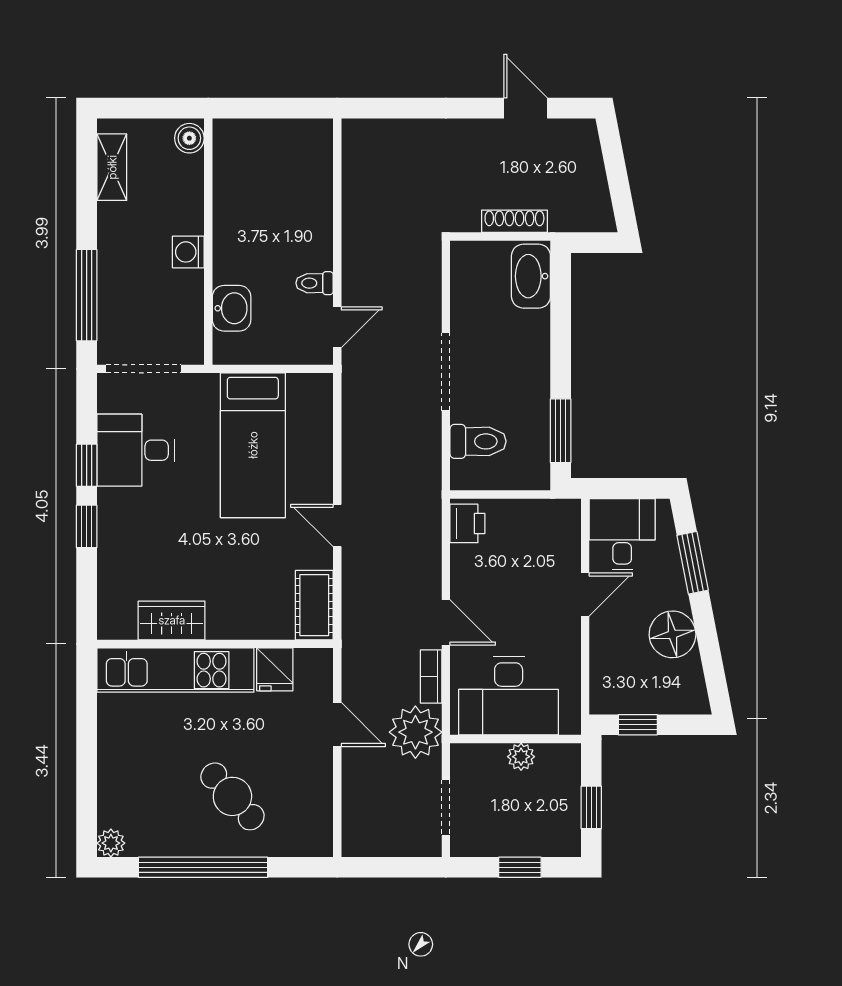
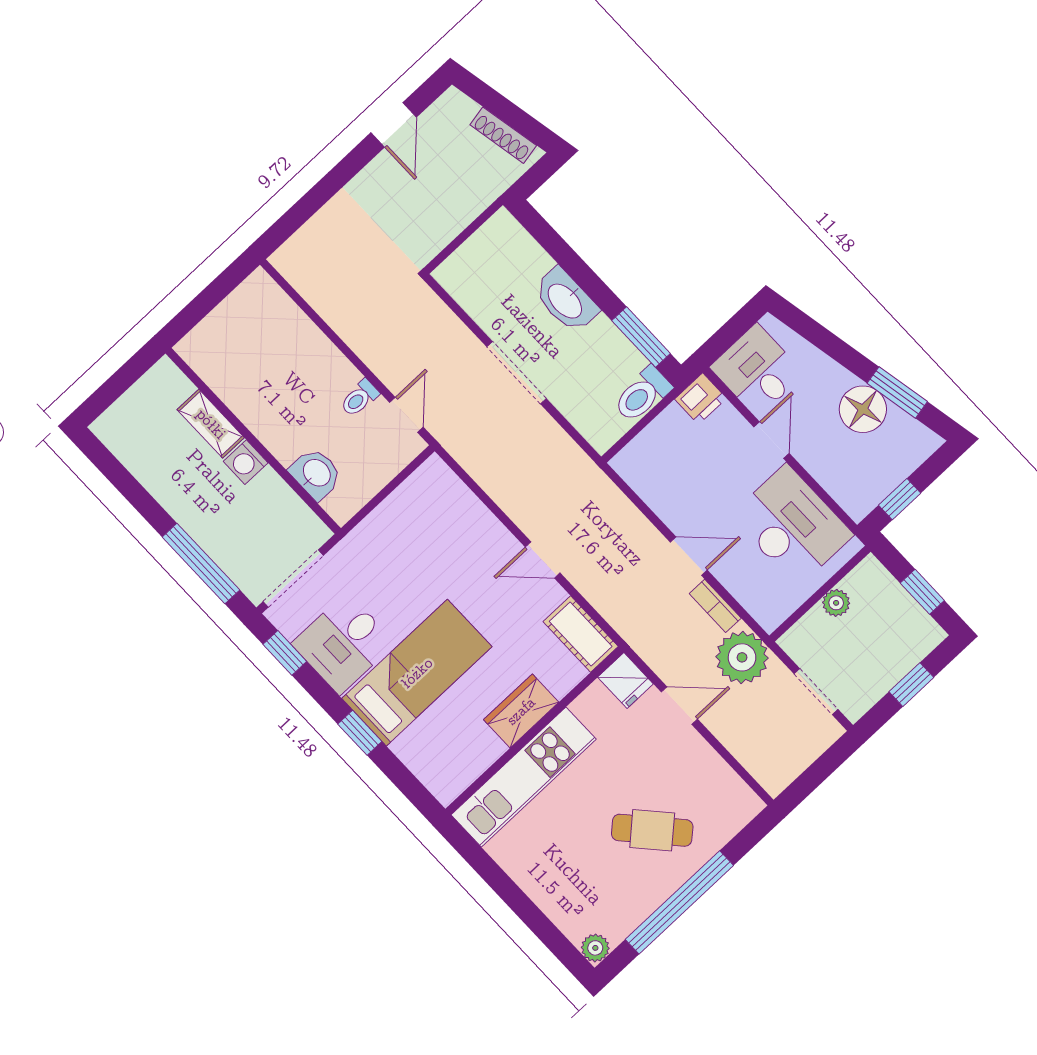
door: (526, 108) -> (394, 125), swing flipped
boiler: (189, 138) -> (168, 378), removed
shelving: (112, 167) -> (211, 424), moved
shoe rack: (514, 221) -> (503, 135), moved, turned -101
washbasin: (531, 276) -> (566, 300), moved
toilet: (478, 441) -> (642, 394), moved, turned 180
bed: (253, 445) -> (417, 673), moved, turned -90
window: (87, 465) -> (285, 653), moved
printer: (467, 523) -> (701, 399), moved, turned 90
window: (693, 563) -> (897, 392), moved
wardrobe: (172, 620) -> (521, 711), moved
fridge: (275, 669) -> (625, 681), moved
desk: (509, 696) -> (792, 525), moved, turned -90

